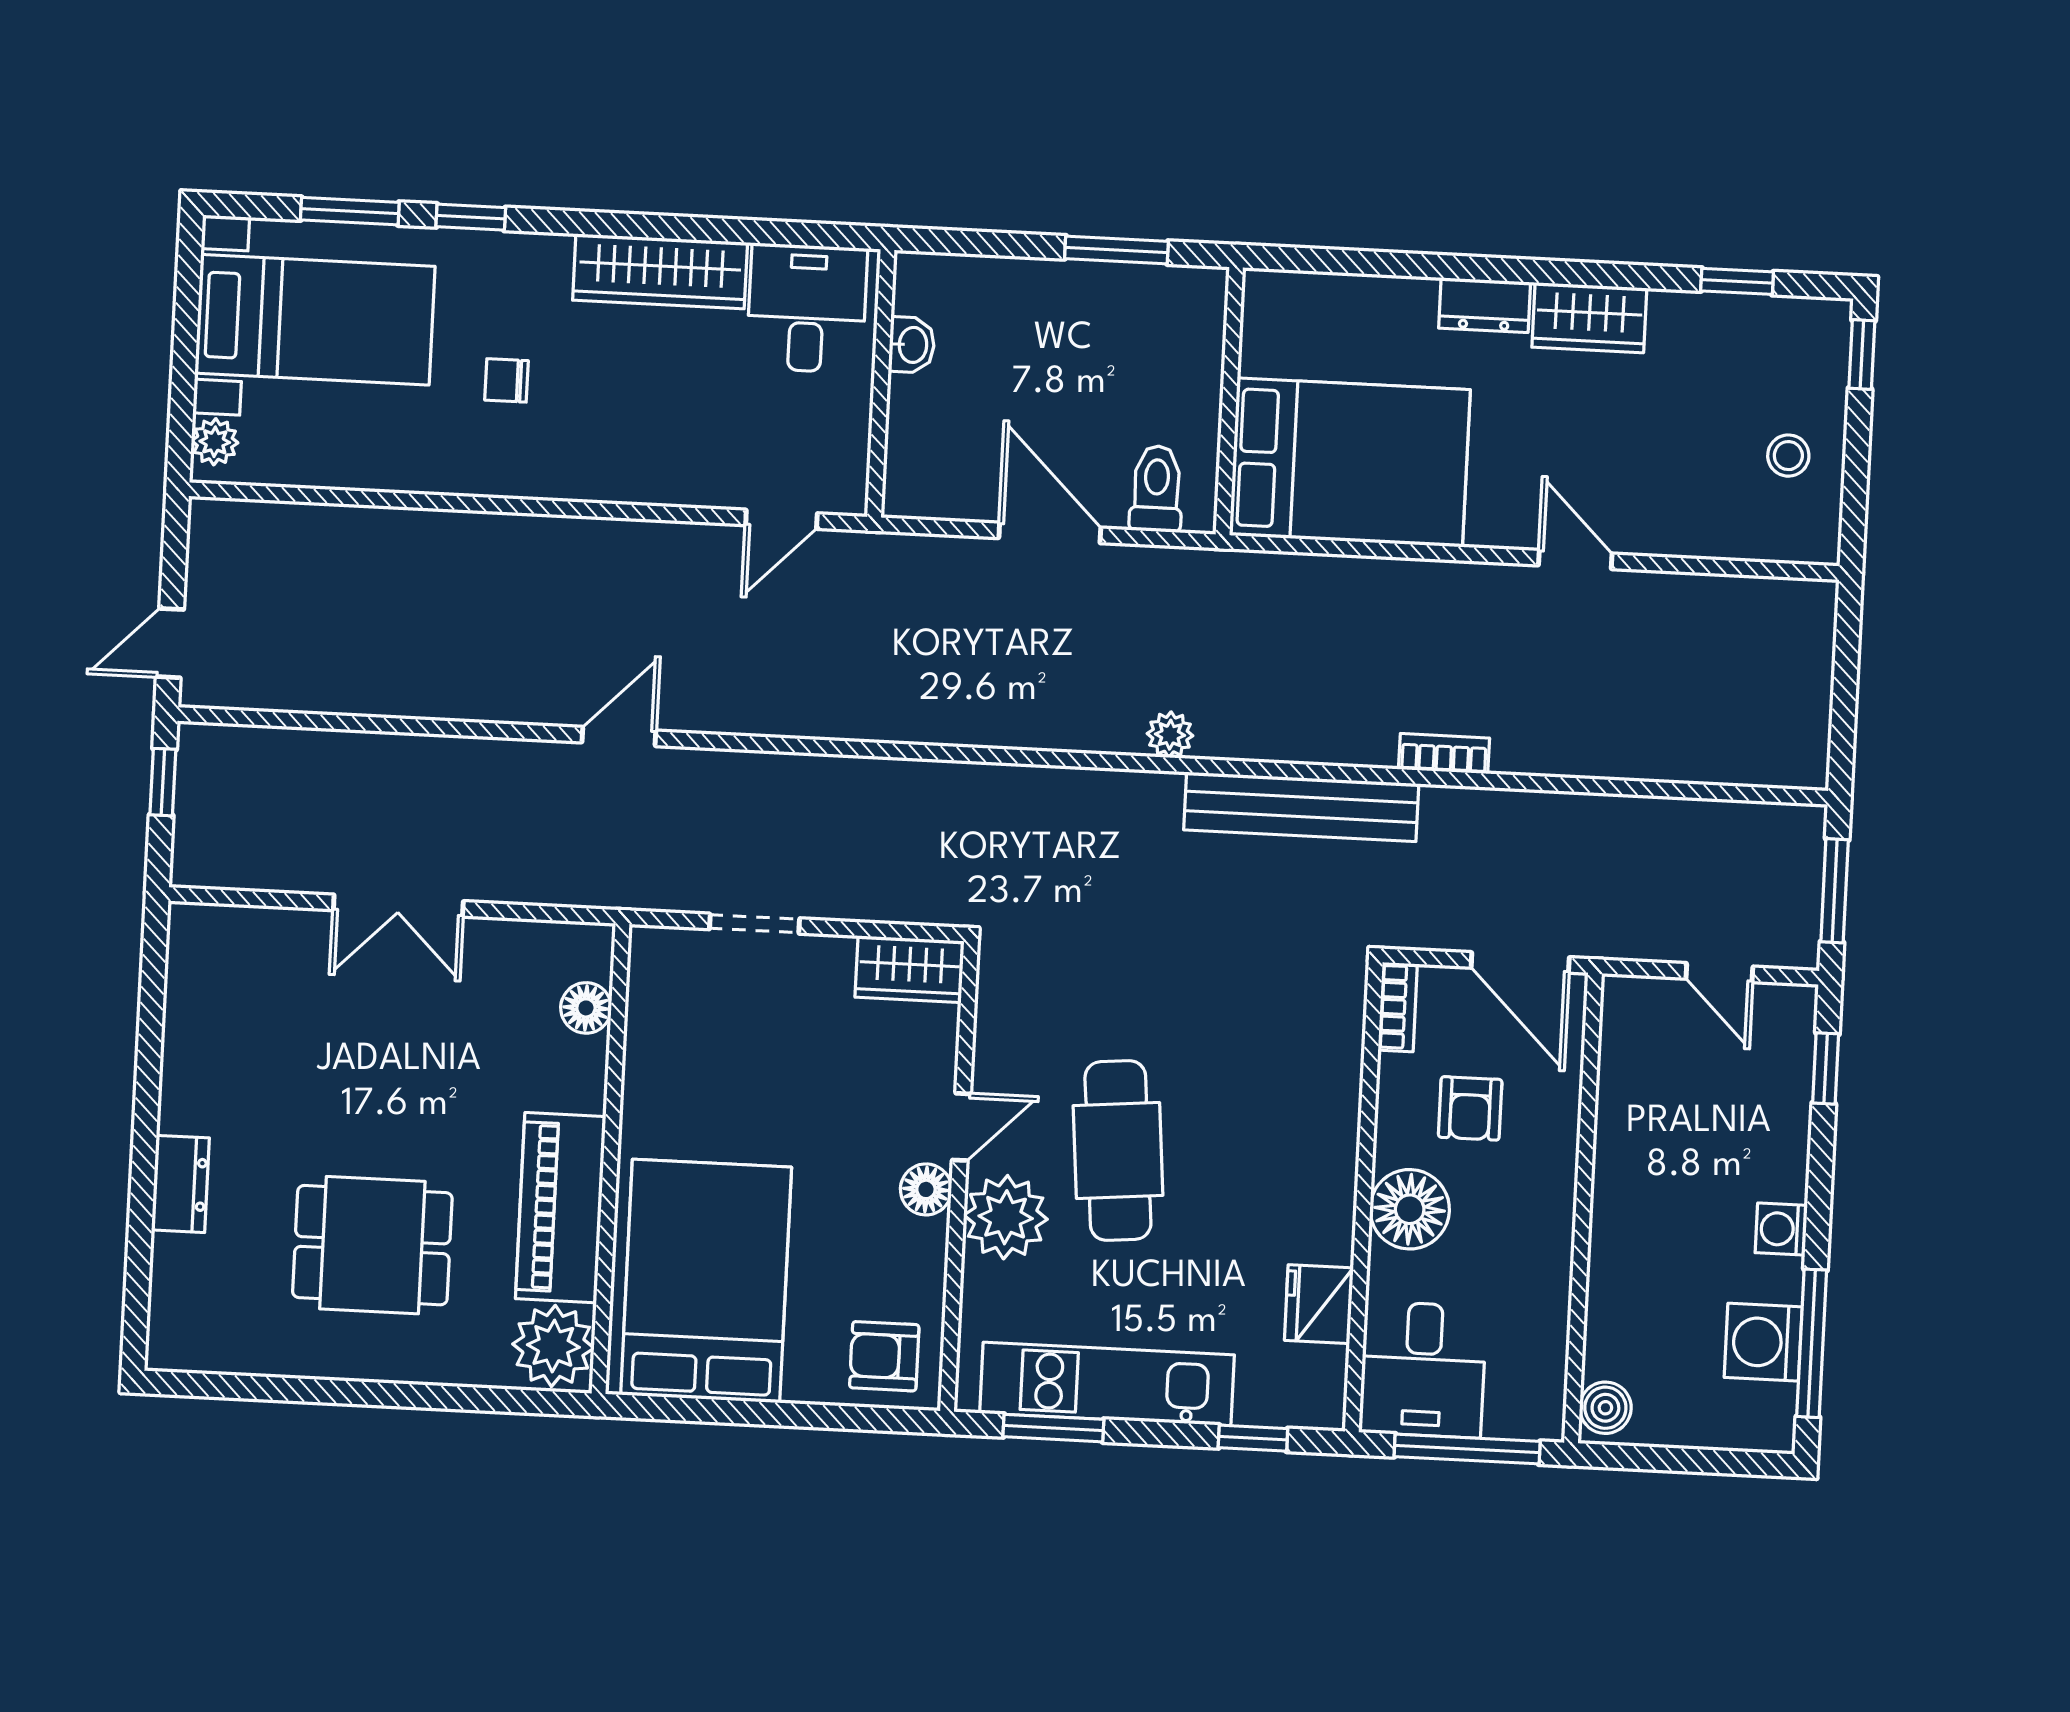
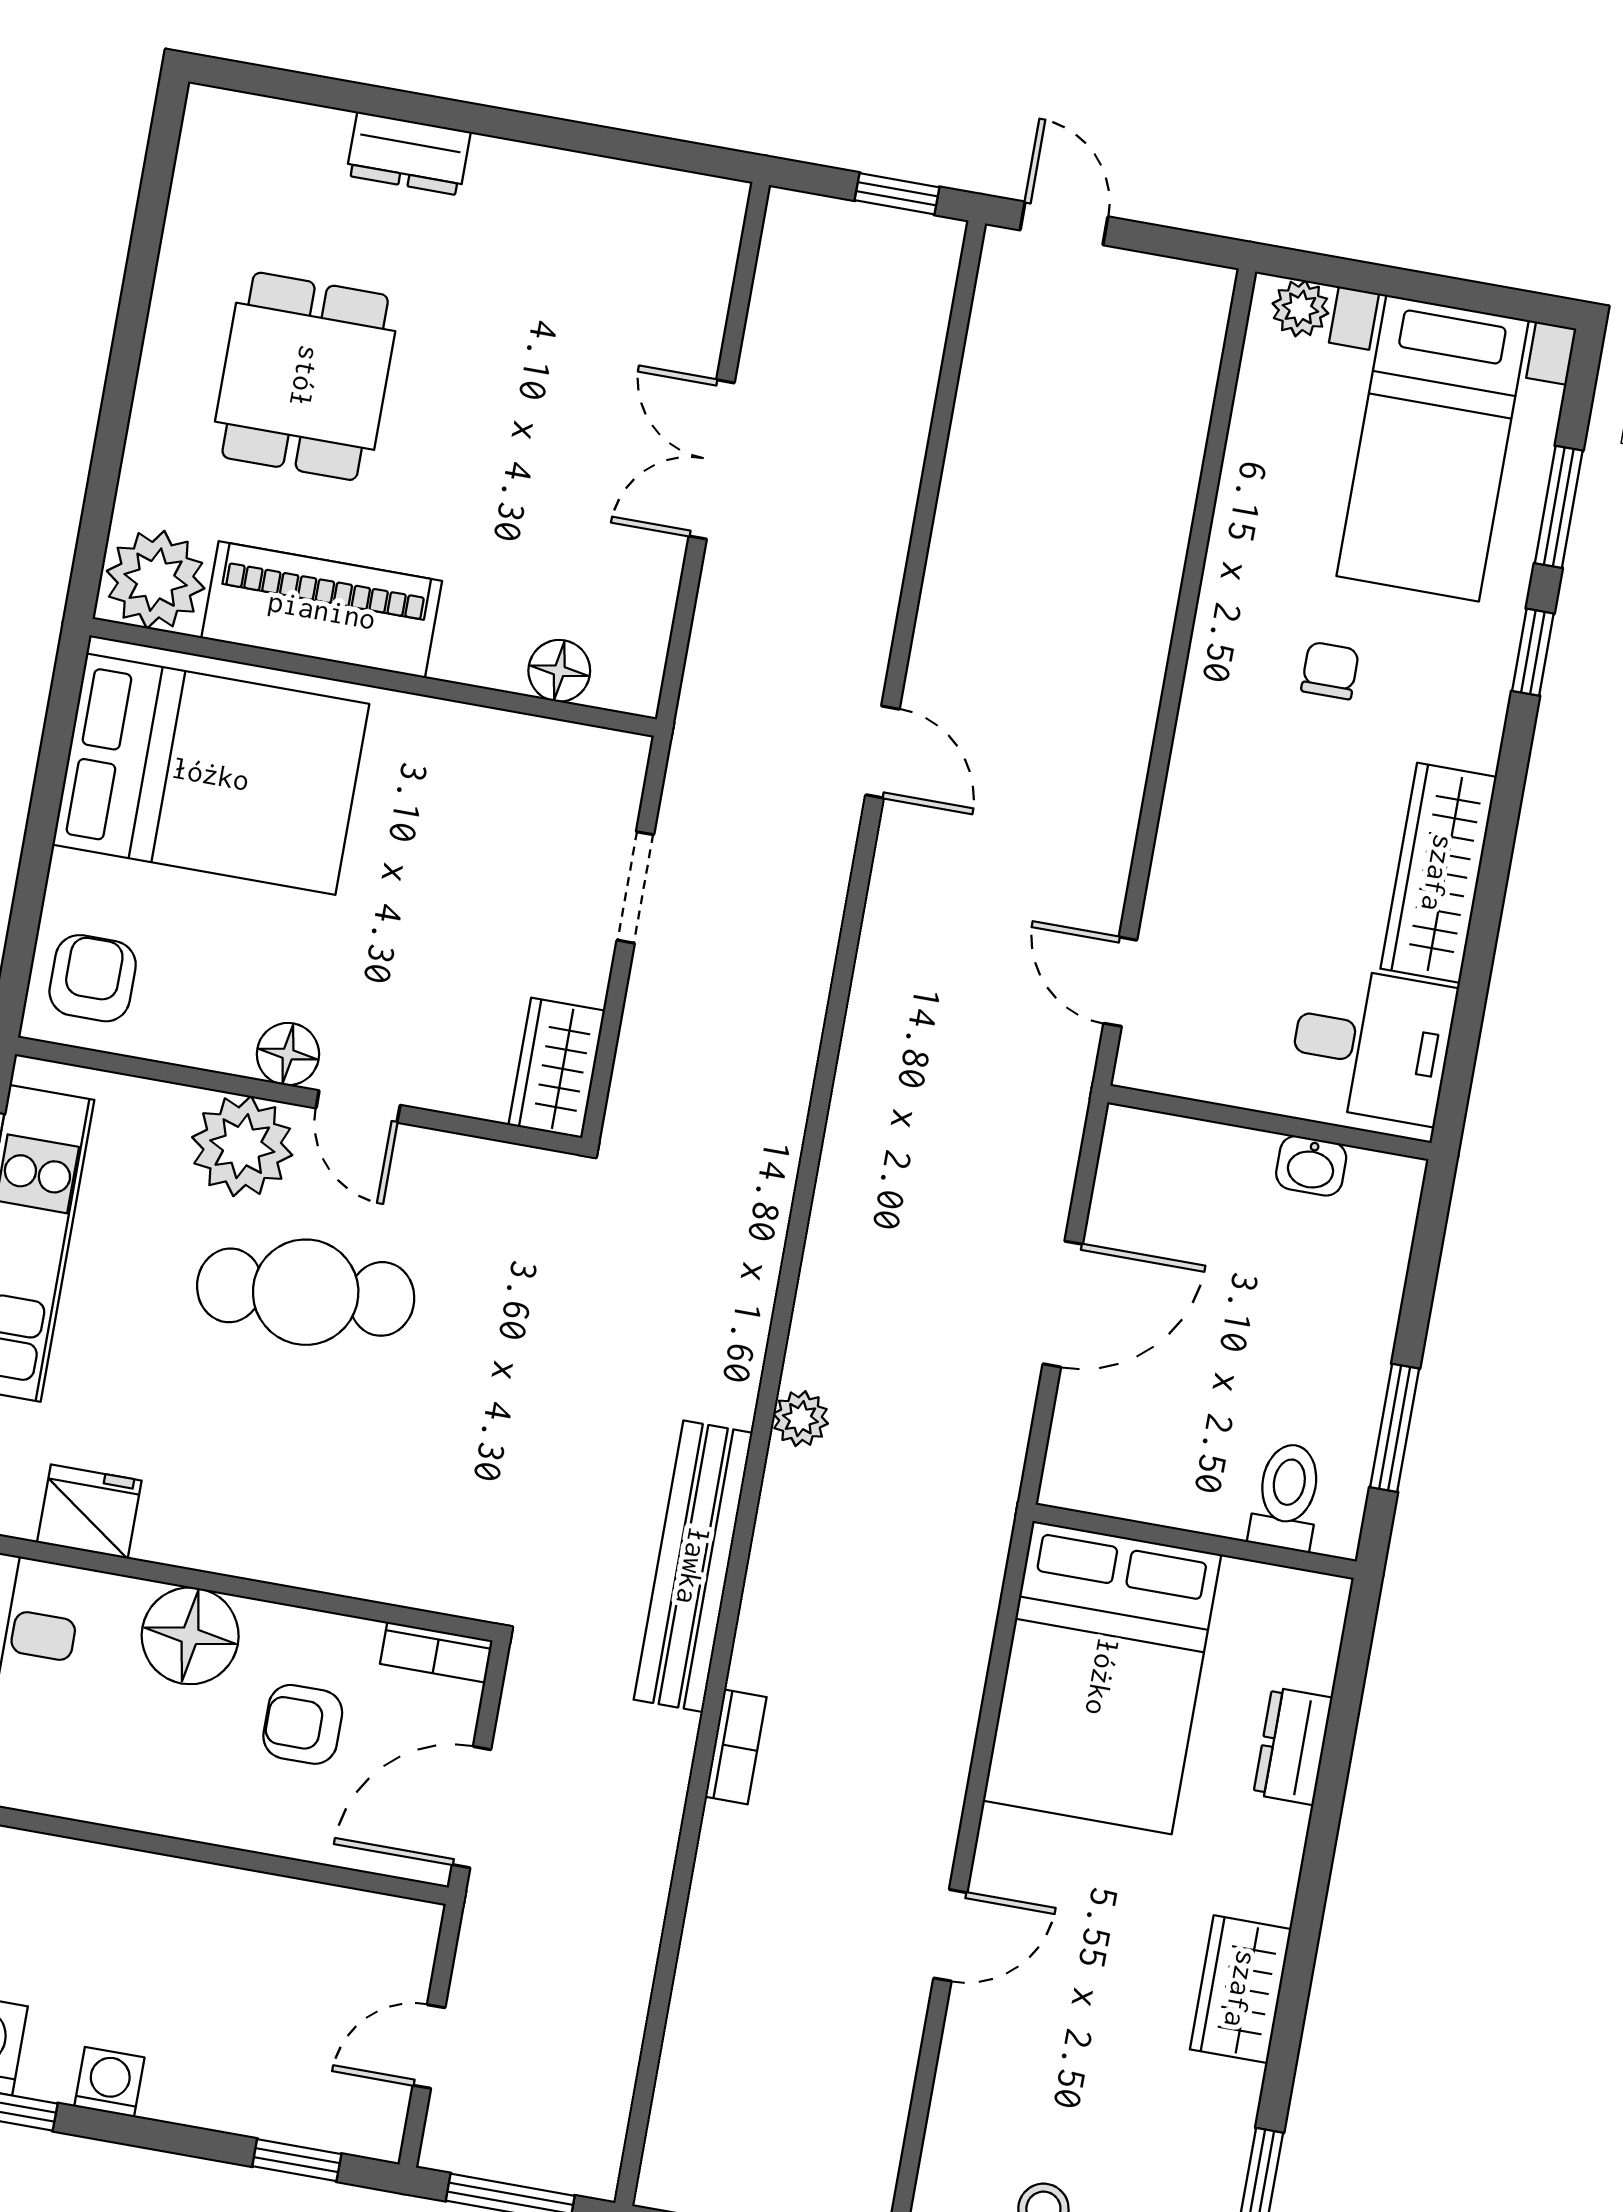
dresser: (1485, 305) -> (1293, 1746), moved
toilet: (1156, 489) -> (1287, 1497), moved, turned -90

